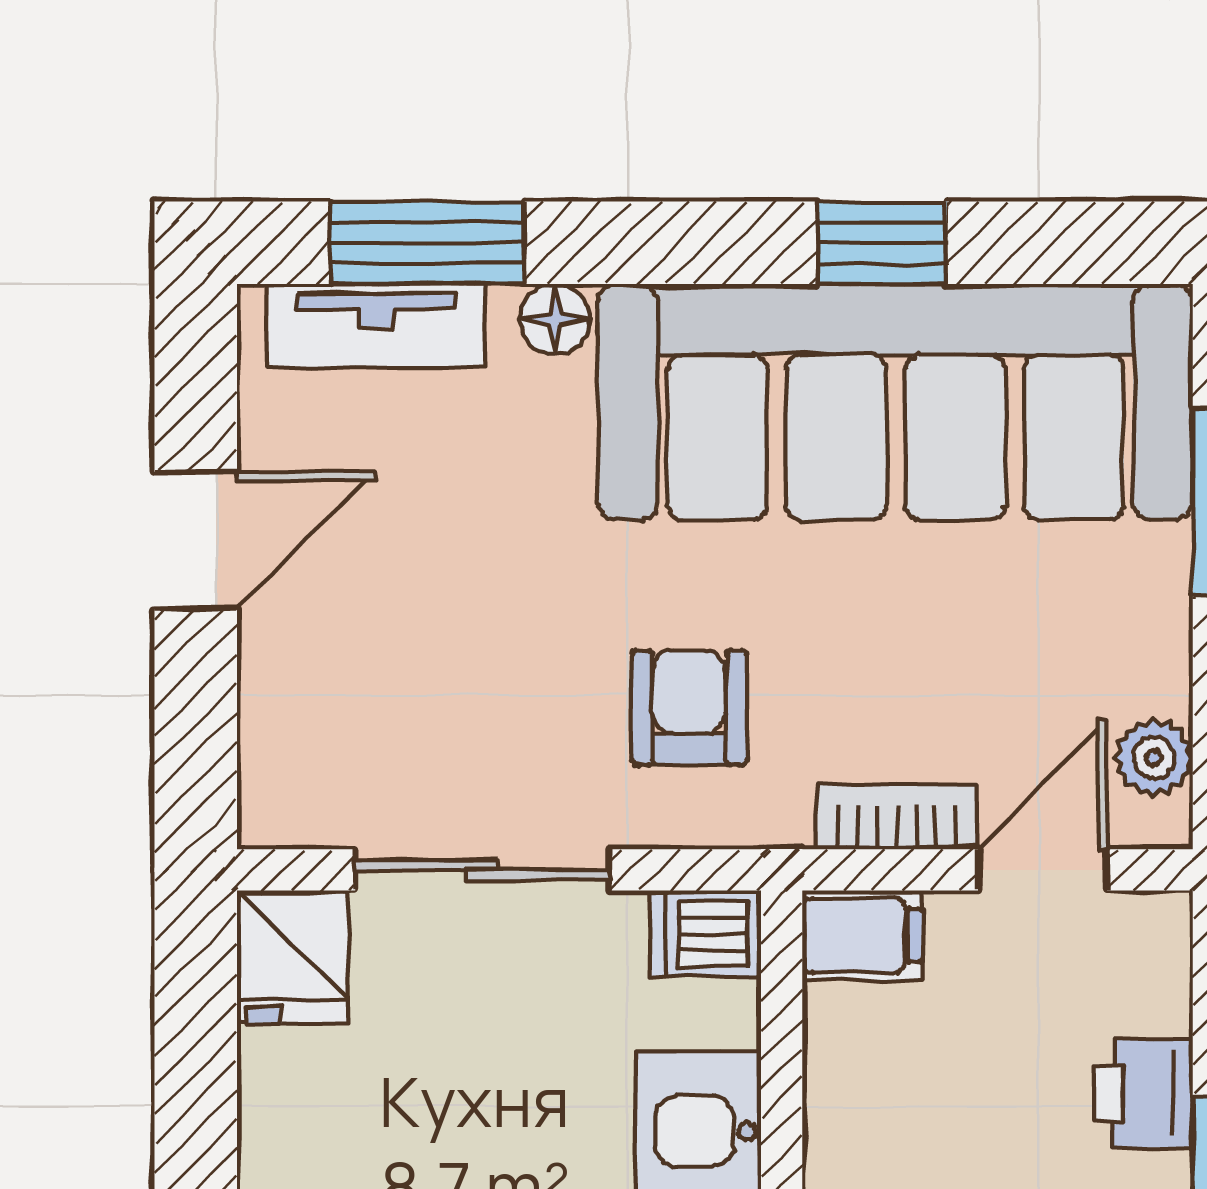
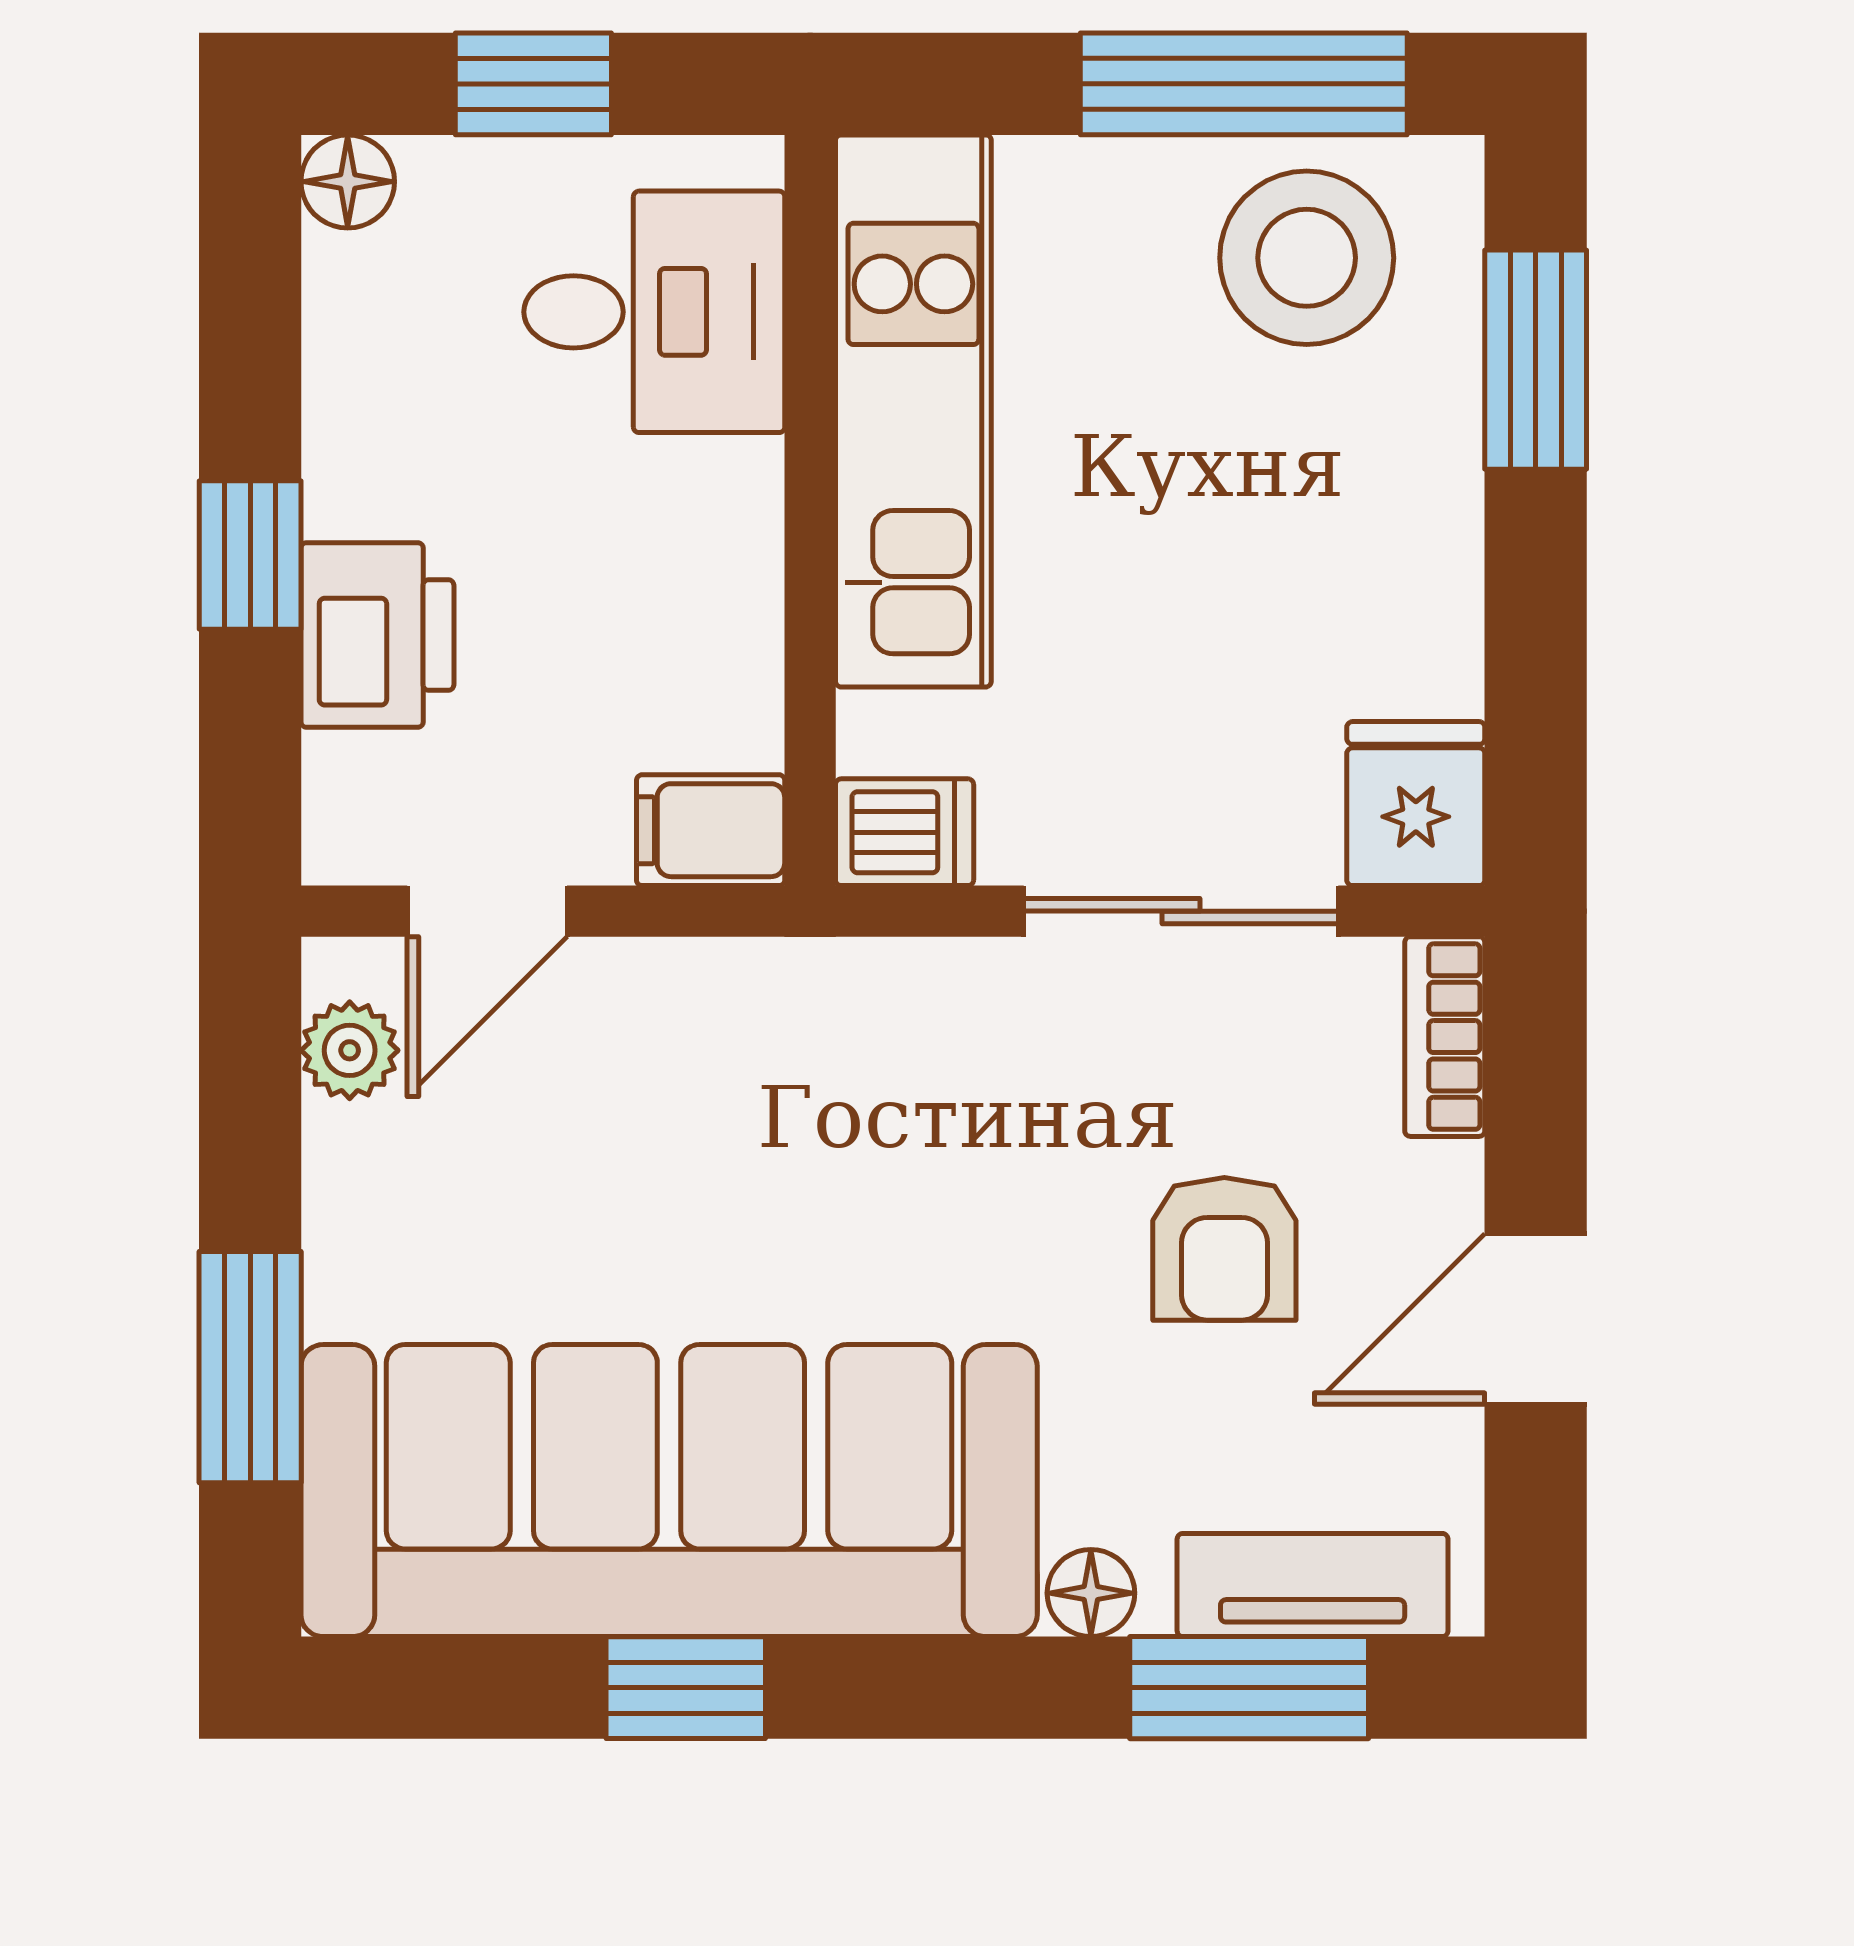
armchair: (689, 708) -> (1224, 1249), moved
bookcase: (897, 817) -> (1445, 1037), moved, turned 90
printer: (1143, 1093) -> (377, 635), width x1.36, depth x1.24

